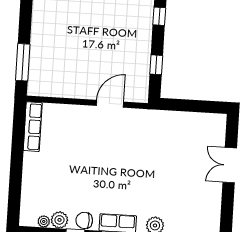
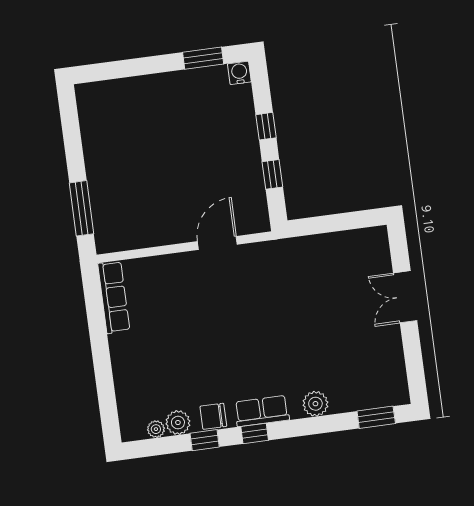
window: (159, 16) -> (266, 126), moved

